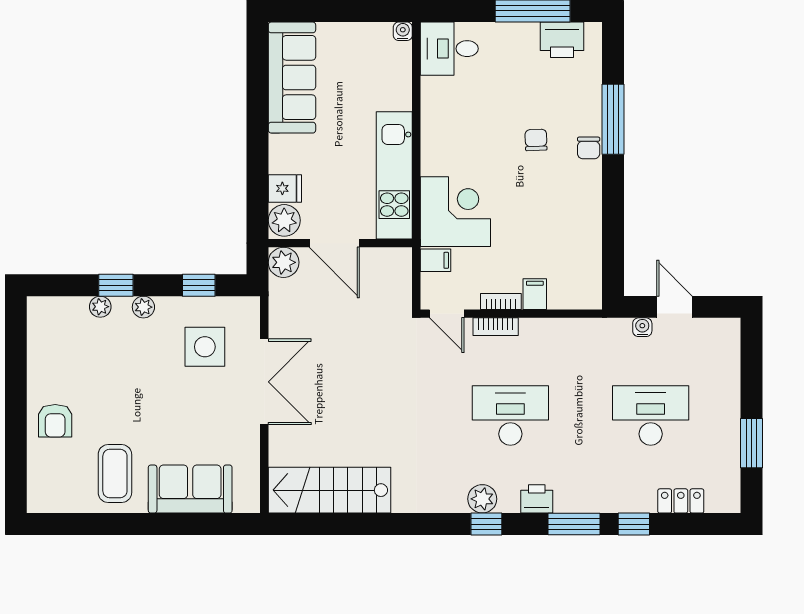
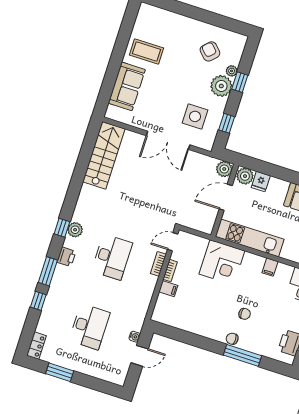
filing cabinet: (436, 260) -> (270, 267), moved
plant: (143, 307) -> (221, 86), width x1.87, depth x1.87
armchair: (55, 421) -> (210, 51), moved, turned 45
locker: (681, 501) -> (36, 346), moved

